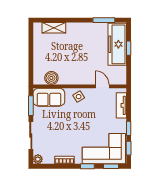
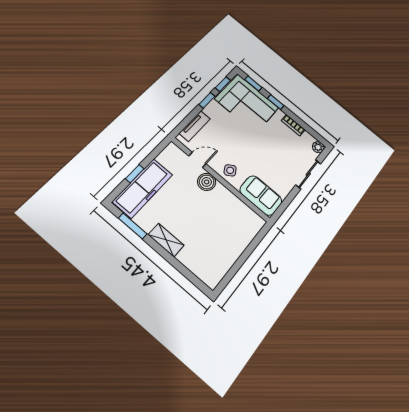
shelving: (54, 28) -> (166, 240), moved
boiler: (51, 78) -> (207, 182), moved
door: (102, 86) -> (197, 160), swing flipped
window: (31, 106) -> (286, 203), removed

